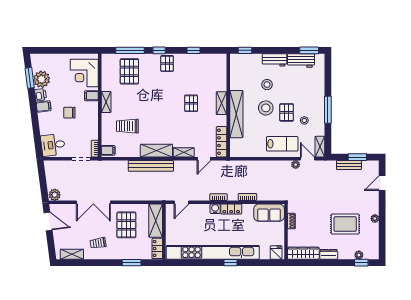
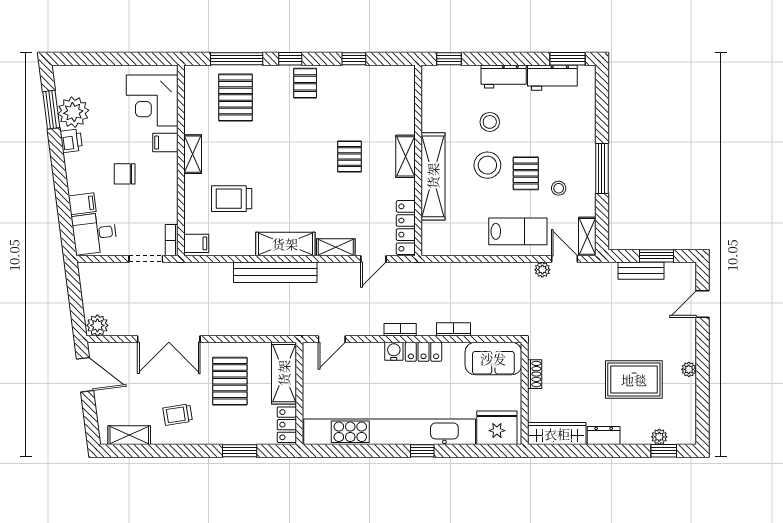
filing cabinet: (44, 106) -> (82, 204), moved
fridge: (276, 252) -> (497, 428), width x1.88, depth x1.34

